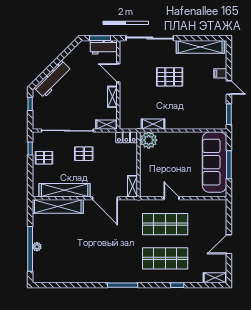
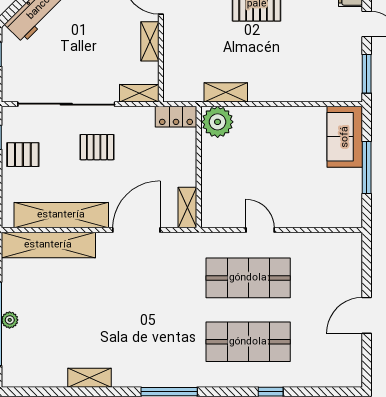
sofa: (214, 162) -> (345, 137), width x0.54, depth x0.79
door: (105, 198) -> (136, 230), swing flipped
shelving: (215, 278) -> (90, 378), moved

